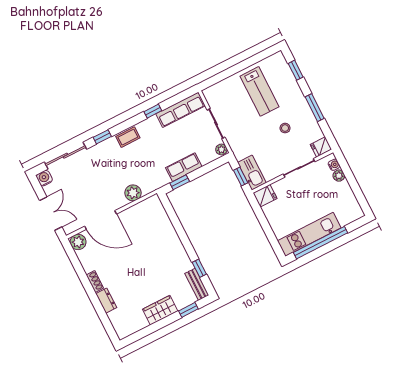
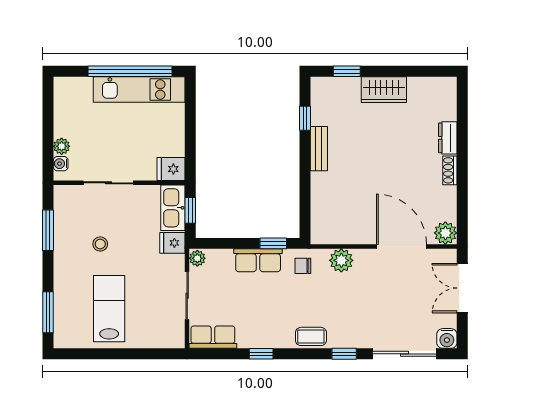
window: (296, 70) -> (48, 312), width x1.50
window: (315, 108) -> (48, 230), moved
row of seats: (180, 110) -> (213, 337), width x0.68
fridge: (321, 147) -> (172, 243), moved, turned 180
chair: (155, 178) -> (303, 266), added
bench: (197, 284) -> (319, 149), moved

